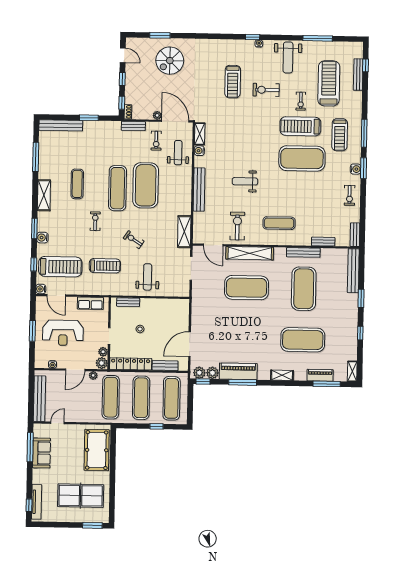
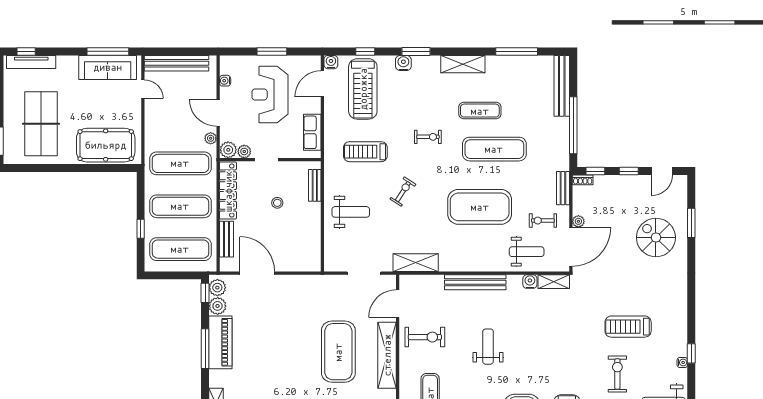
window: (89, 118) -> (573, 125), width x2.11
exercise mat: (117, 188) -> (494, 149), moved
treadmill: (105, 266) -> (365, 152), turned 90
sofa: (41, 453) -> (108, 67), width x1.36

